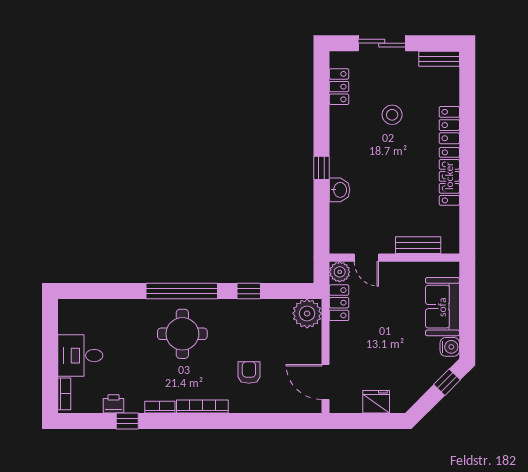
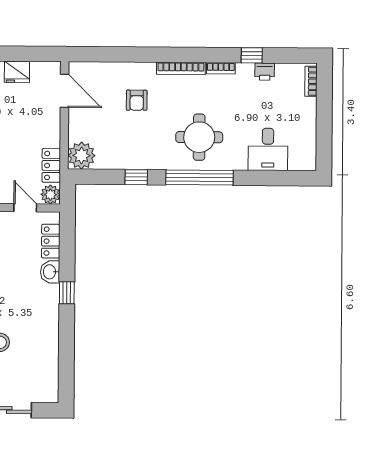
locker: (339, 87) -> (51, 241), moved
desk: (80, 356) -> (268, 149), moved, turned 90

